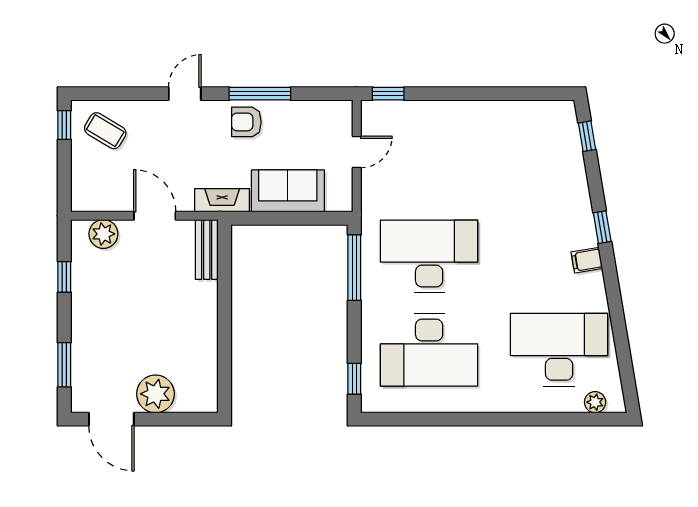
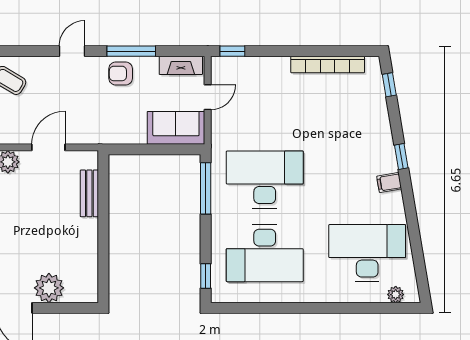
bookcase: (509, 111) -> (328, 65), added
sofa: (288, 191) -> (176, 128), moved
fireplace: (222, 200) -> (181, 65), moved, turned 180
door: (155, 216) -> (48, 147), hinge flipped
bench: (207, 249) -> (89, 193), moved

